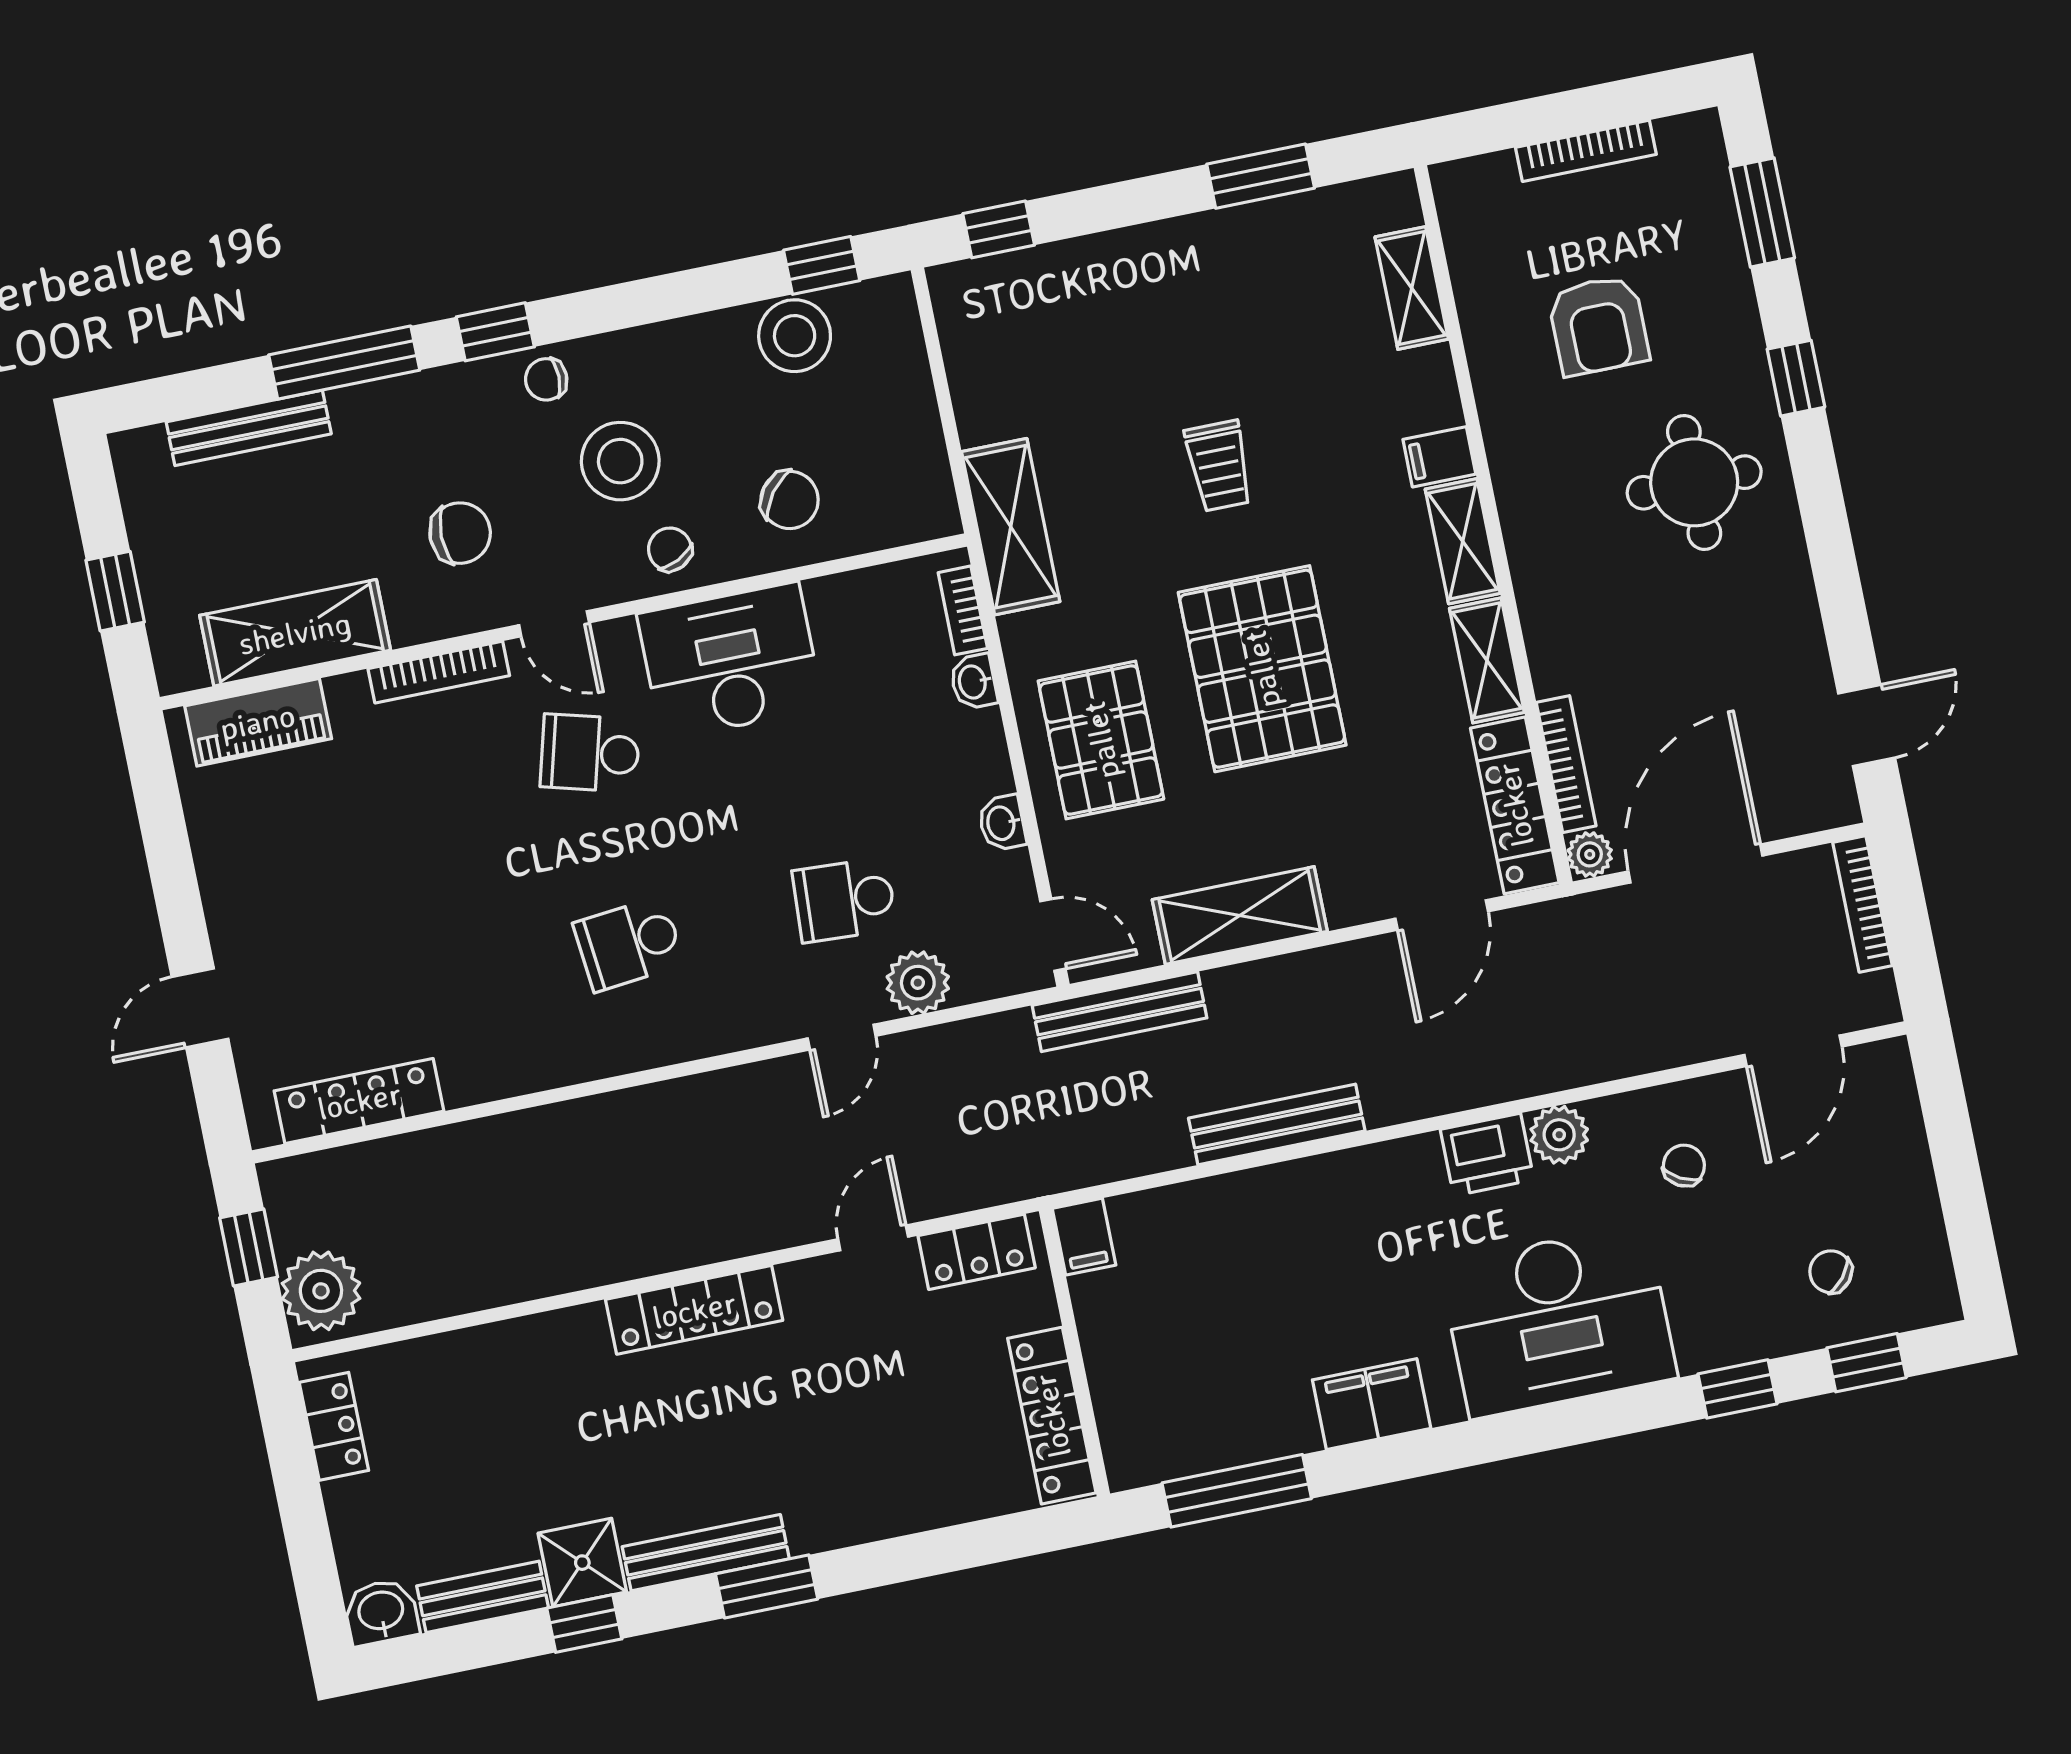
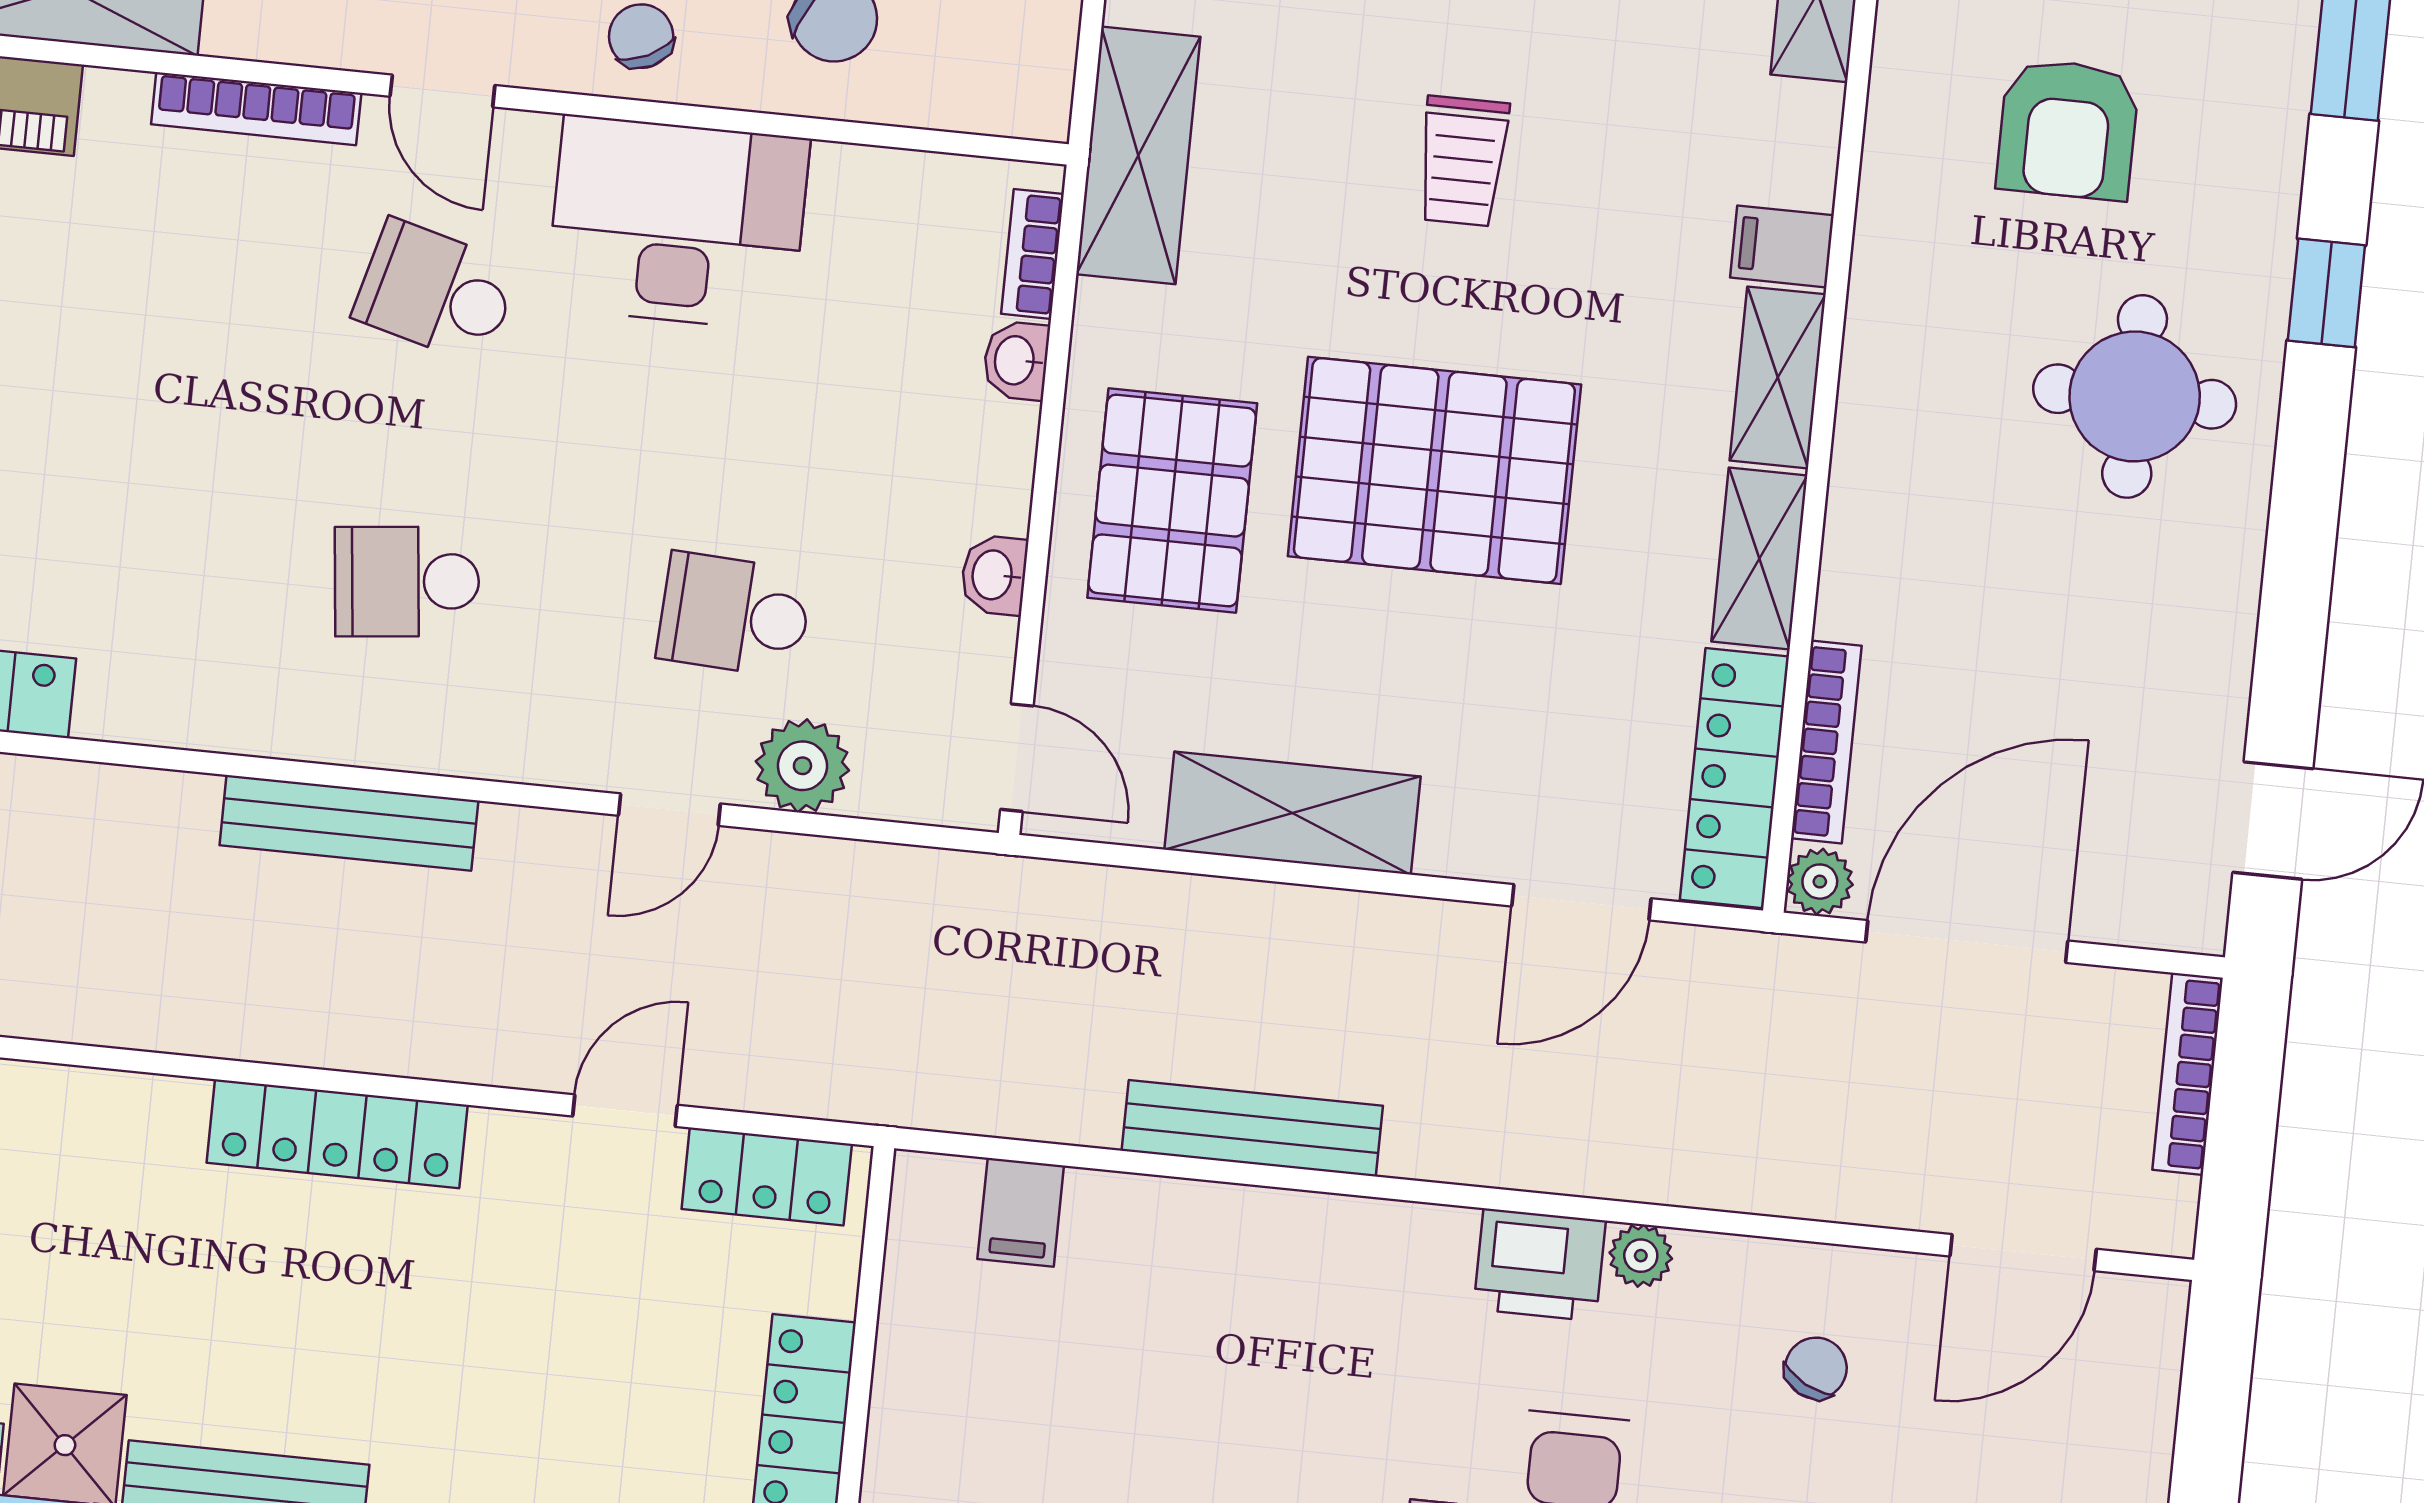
pallet: (1262, 669) -> (1434, 470), turned 90
bench: (1119, 1012) -> (349, 823), moved
plant: (1559, 1135) -> (1641, 1256), width x0.73, depth x0.73
filing cabinet: (1084, 1237) -> (1021, 1212), moved

